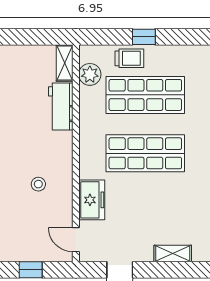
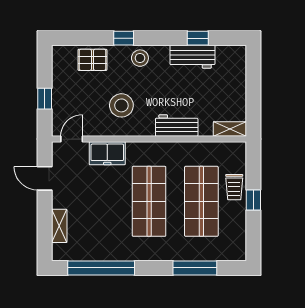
plant: (90, 74) -> (220, 152), removed
workbench: (61, 107) -> (177, 126), moved
stool: (38, 184) -> (121, 105), width x1.89, depth x1.89

